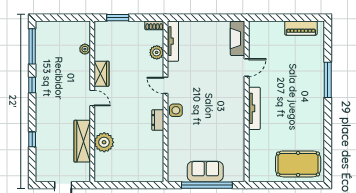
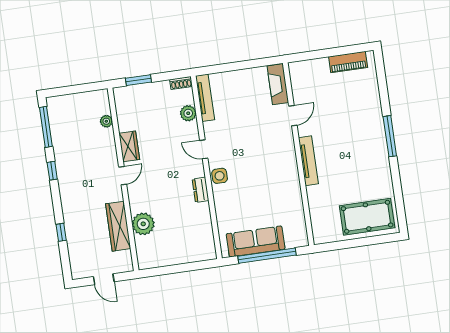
window: (328, 80) -> (390, 136), moved
door: (92, 98) -> (123, 176), hinge flipped
sofa: (205, 171) -> (256, 241), width x1.36

